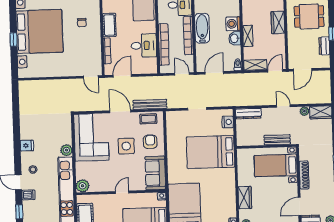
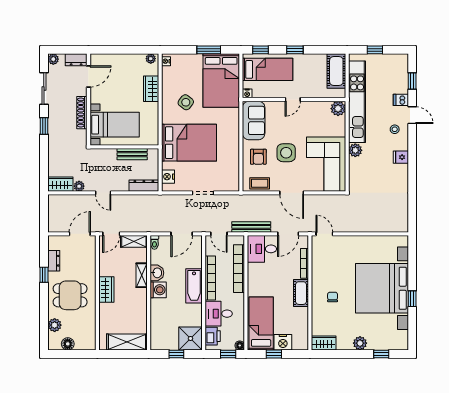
window: (14, 40) -> (412, 299), moved
desk: (144, 46) -> (262, 249), moved
bench: (150, 104) -> (251, 227), moved
bench: (277, 140) -> (132, 154), moved
side table: (215, 187) -> (186, 102), added

